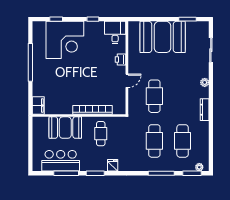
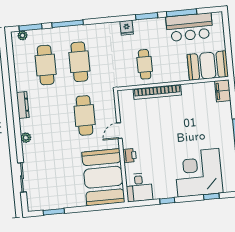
booth: (163, 37) -> (103, 177), moved, turned 90
booth: (65, 128) -> (208, 66), moved

